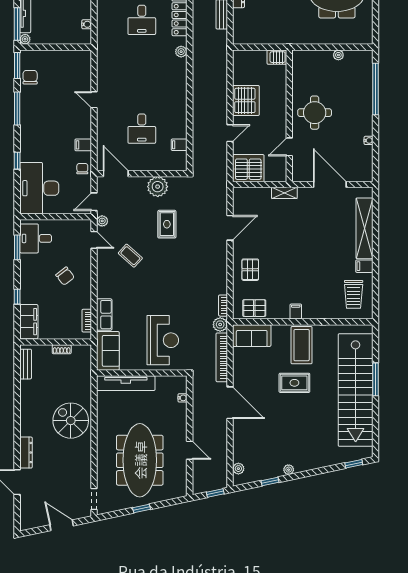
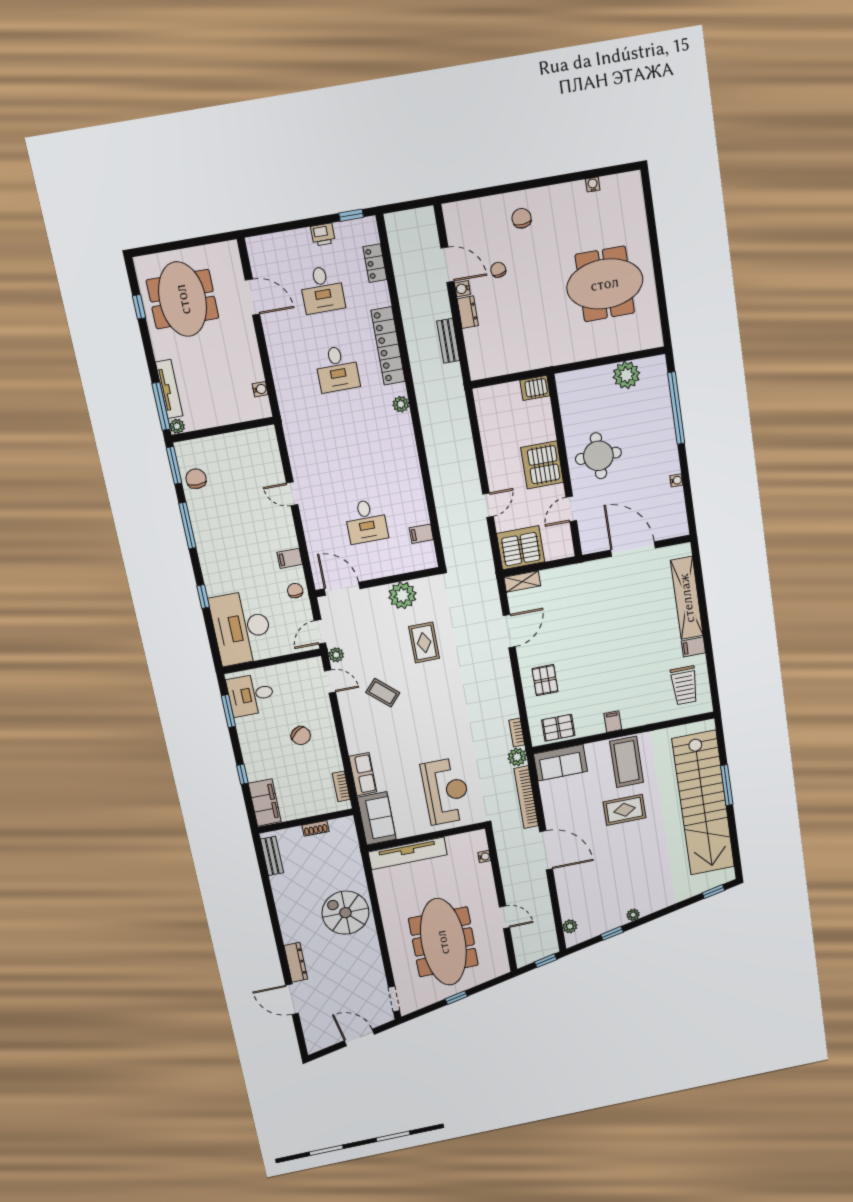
plant: (338, 55) -> (626, 375), width x1.87, depth x1.87
server rack: (246, 100) -> (542, 465), moved, turned 180
shelving: (284, 193) -> (522, 581), moved

